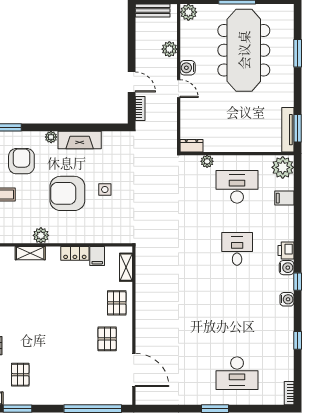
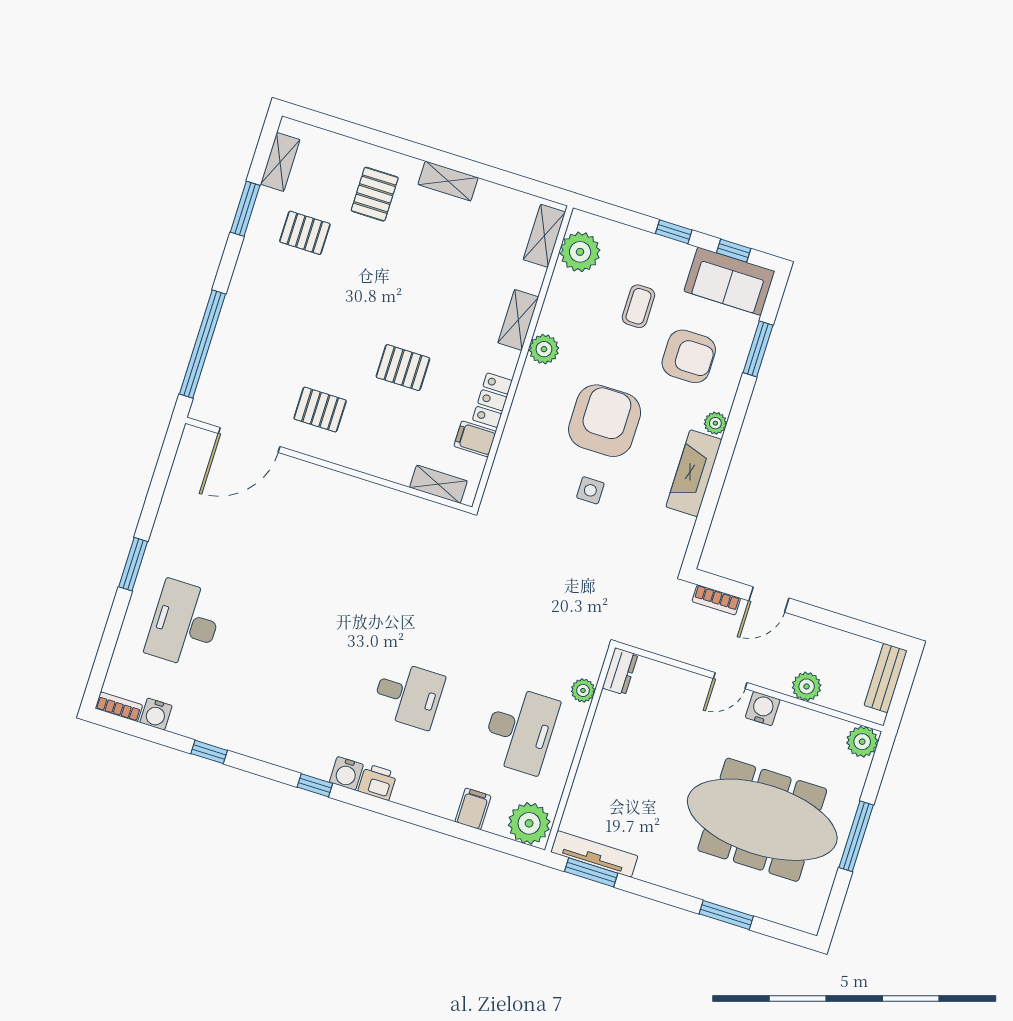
water cooler: (287, 299) -> (156, 714), moved
pallet: (117, 303) -> (403, 368), moved

